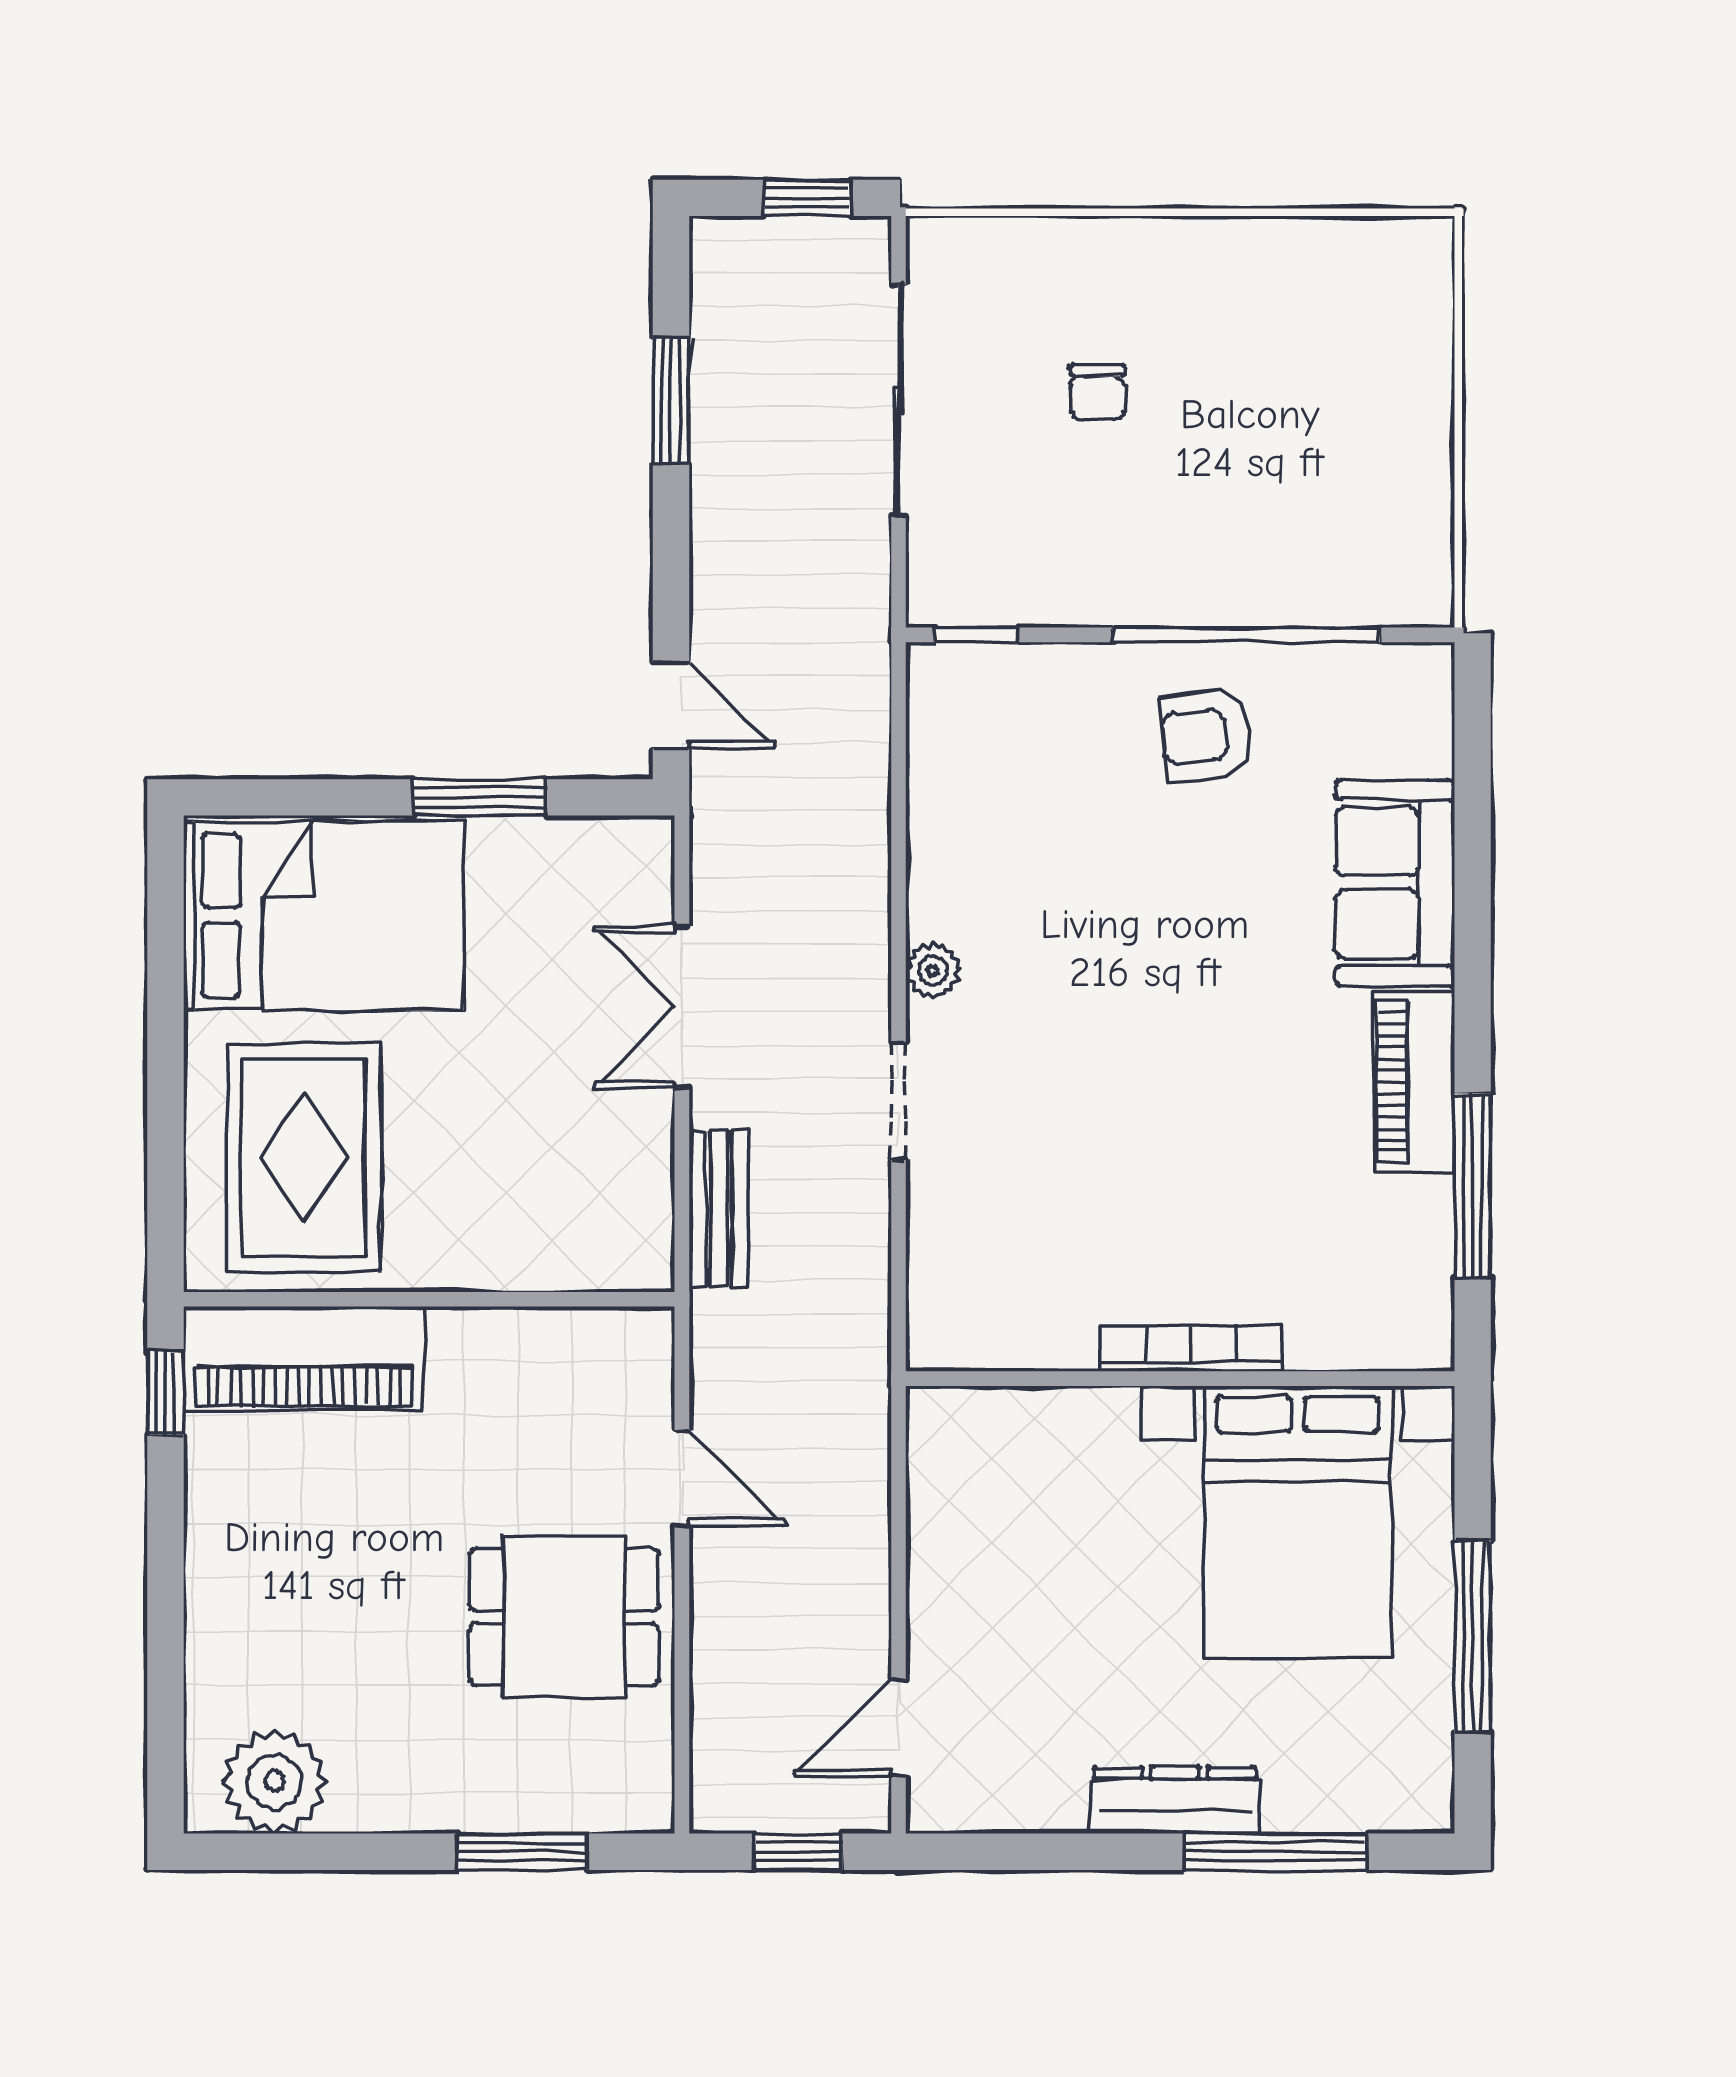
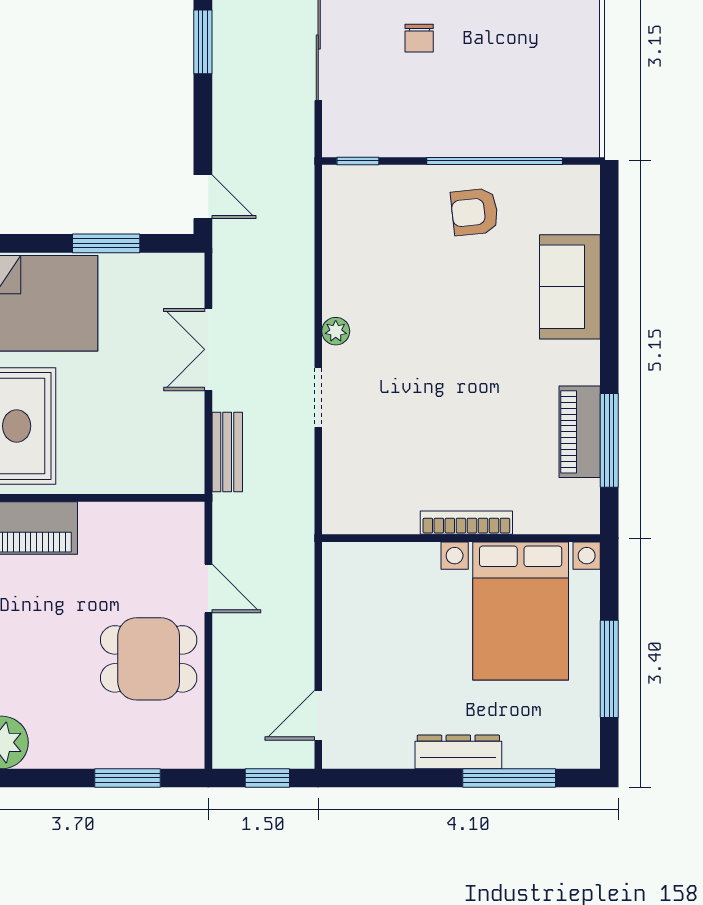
piano: (1414, 1082) -> (580, 432), moved

